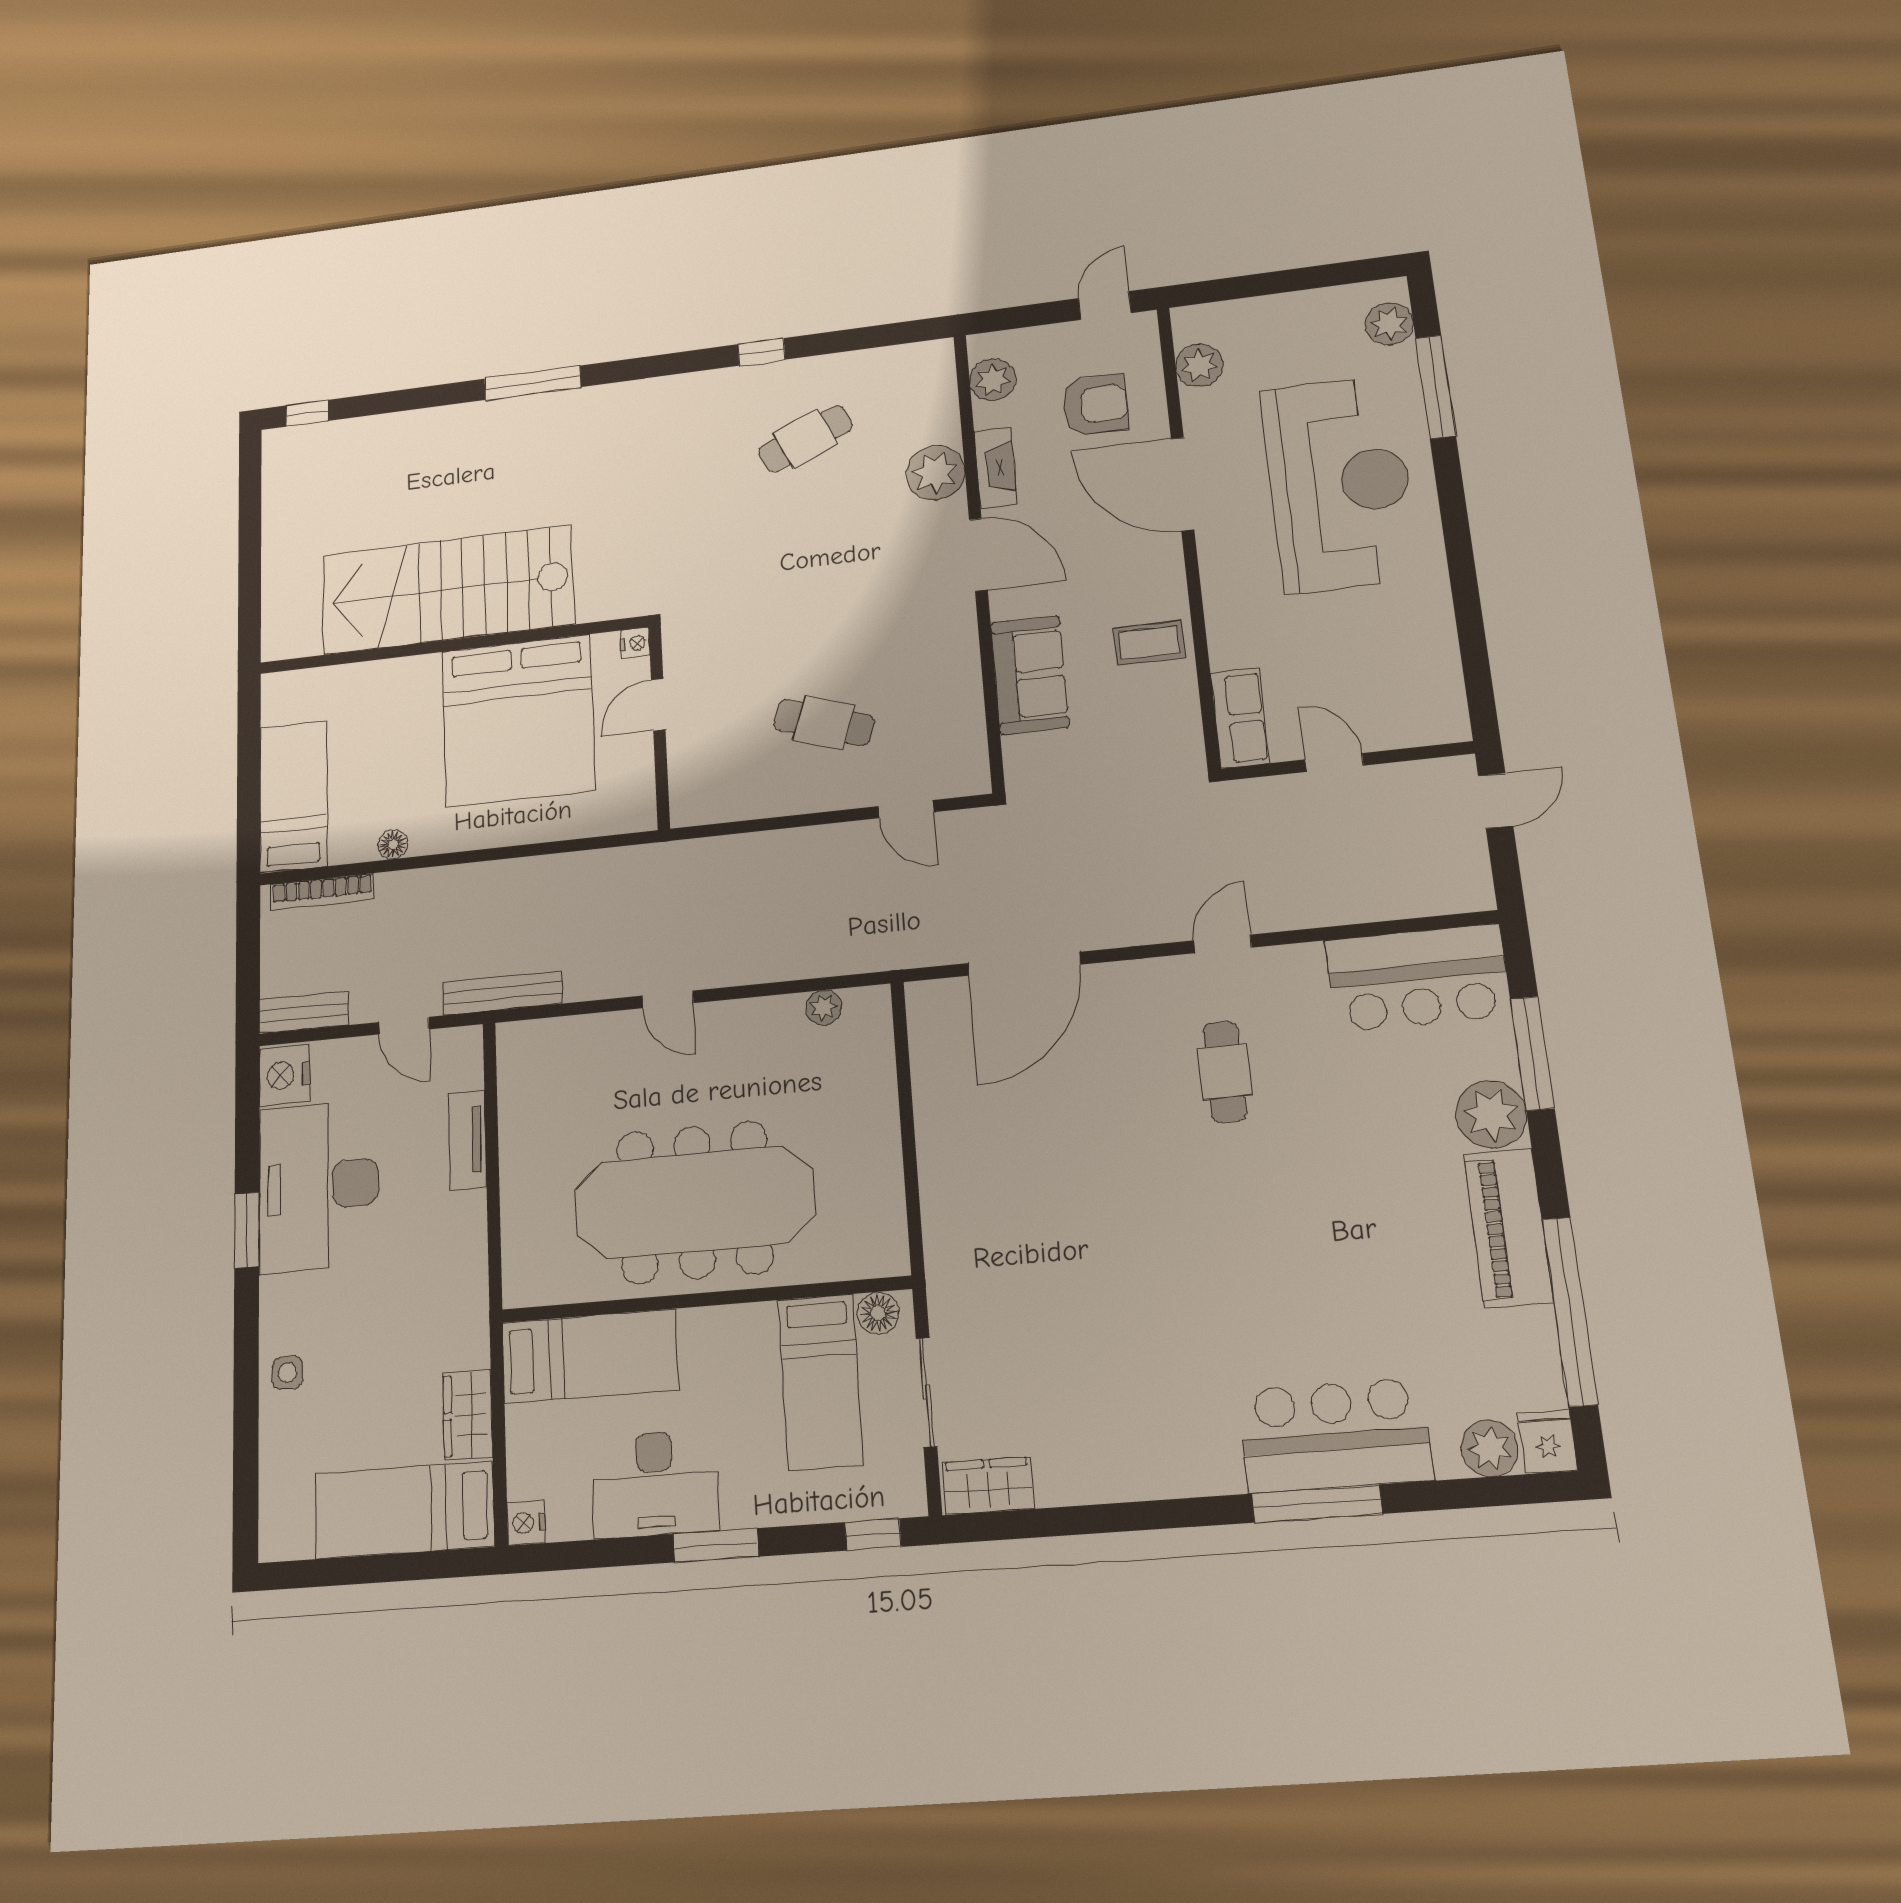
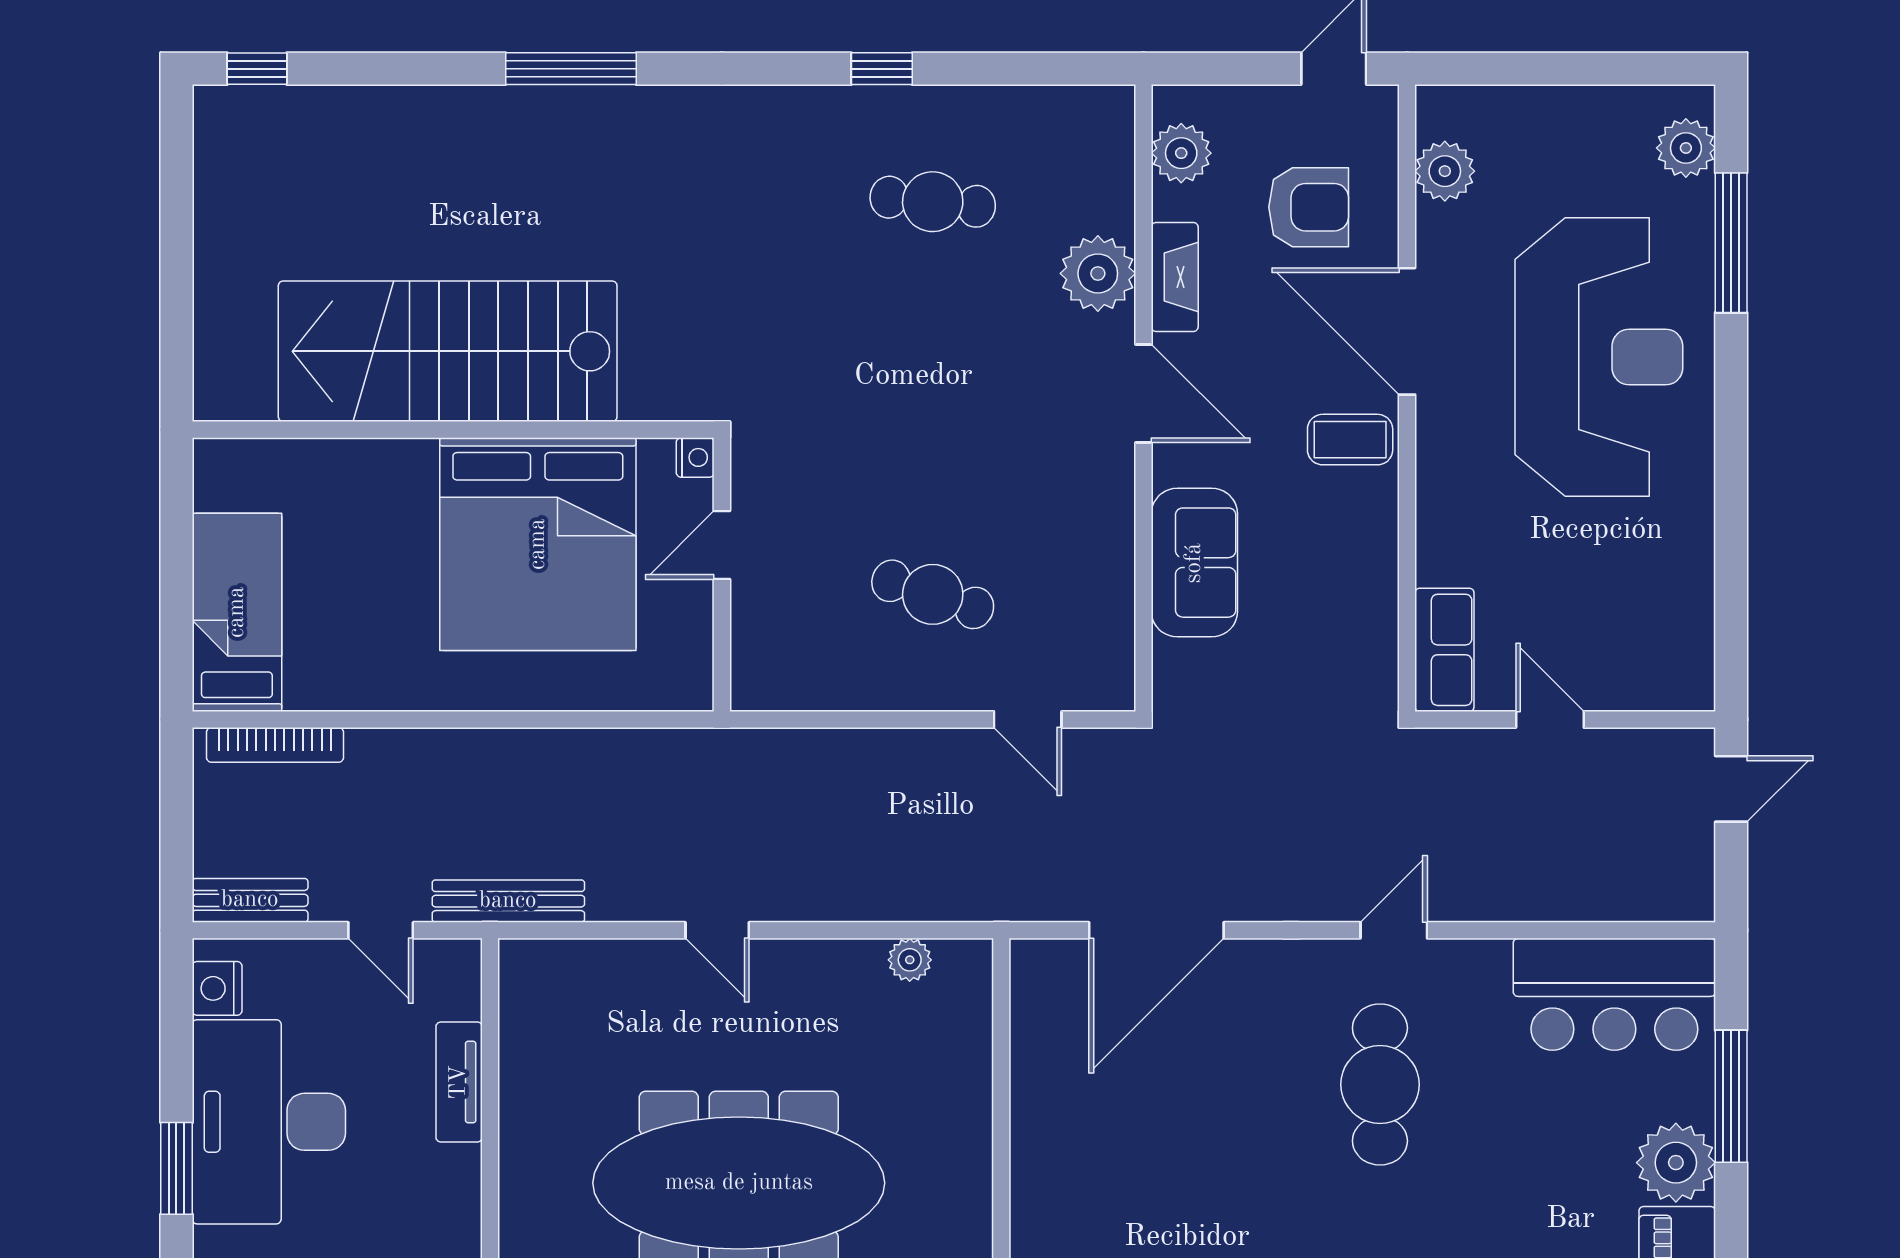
cafe table: (805, 439) -> (933, 202), turned 30
coffee table: (1149, 643) -> (1350, 440), moved
floor lamp: (393, 844) -> (369, 692), removed
cafe table: (1225, 1072) -> (1380, 1084), width x1.37, depth x1.35
nightstand: (285, 1075) -> (217, 988), width x0.74, depth x0.75

